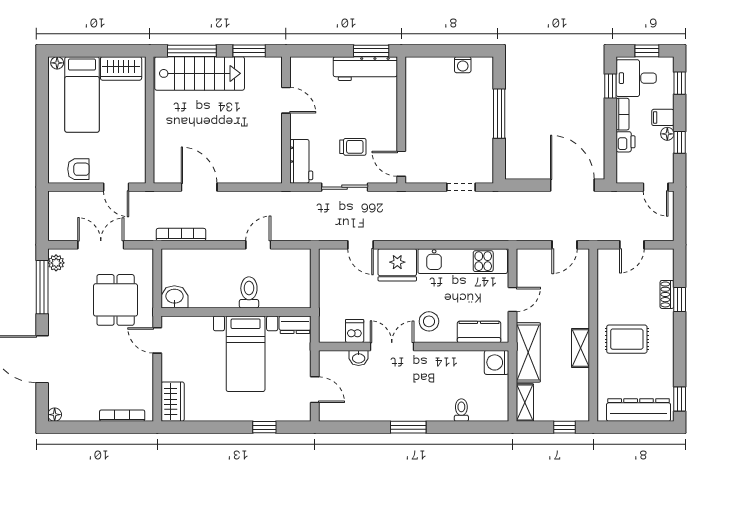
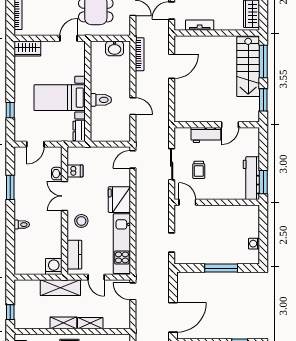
tv unit: (138, 145) -> (200, 25), added
workbench: (301, 161) -> (206, 135), moved
door: (401, 164) -> (187, 202), hinge flipped
door: (360, 245) -> (133, 159), moved
door: (564, 245) -> (133, 291), moved
washbasin: (174, 297) -> (115, 48), moved, turned 90
double door: (392, 346) -> (64, 196), swing flipped
shelving: (525, 403) -> (90, 323), moved
toilet: (461, 410) -> (22, 225), moved
window: (408, 427) -> (10, 187), moved

